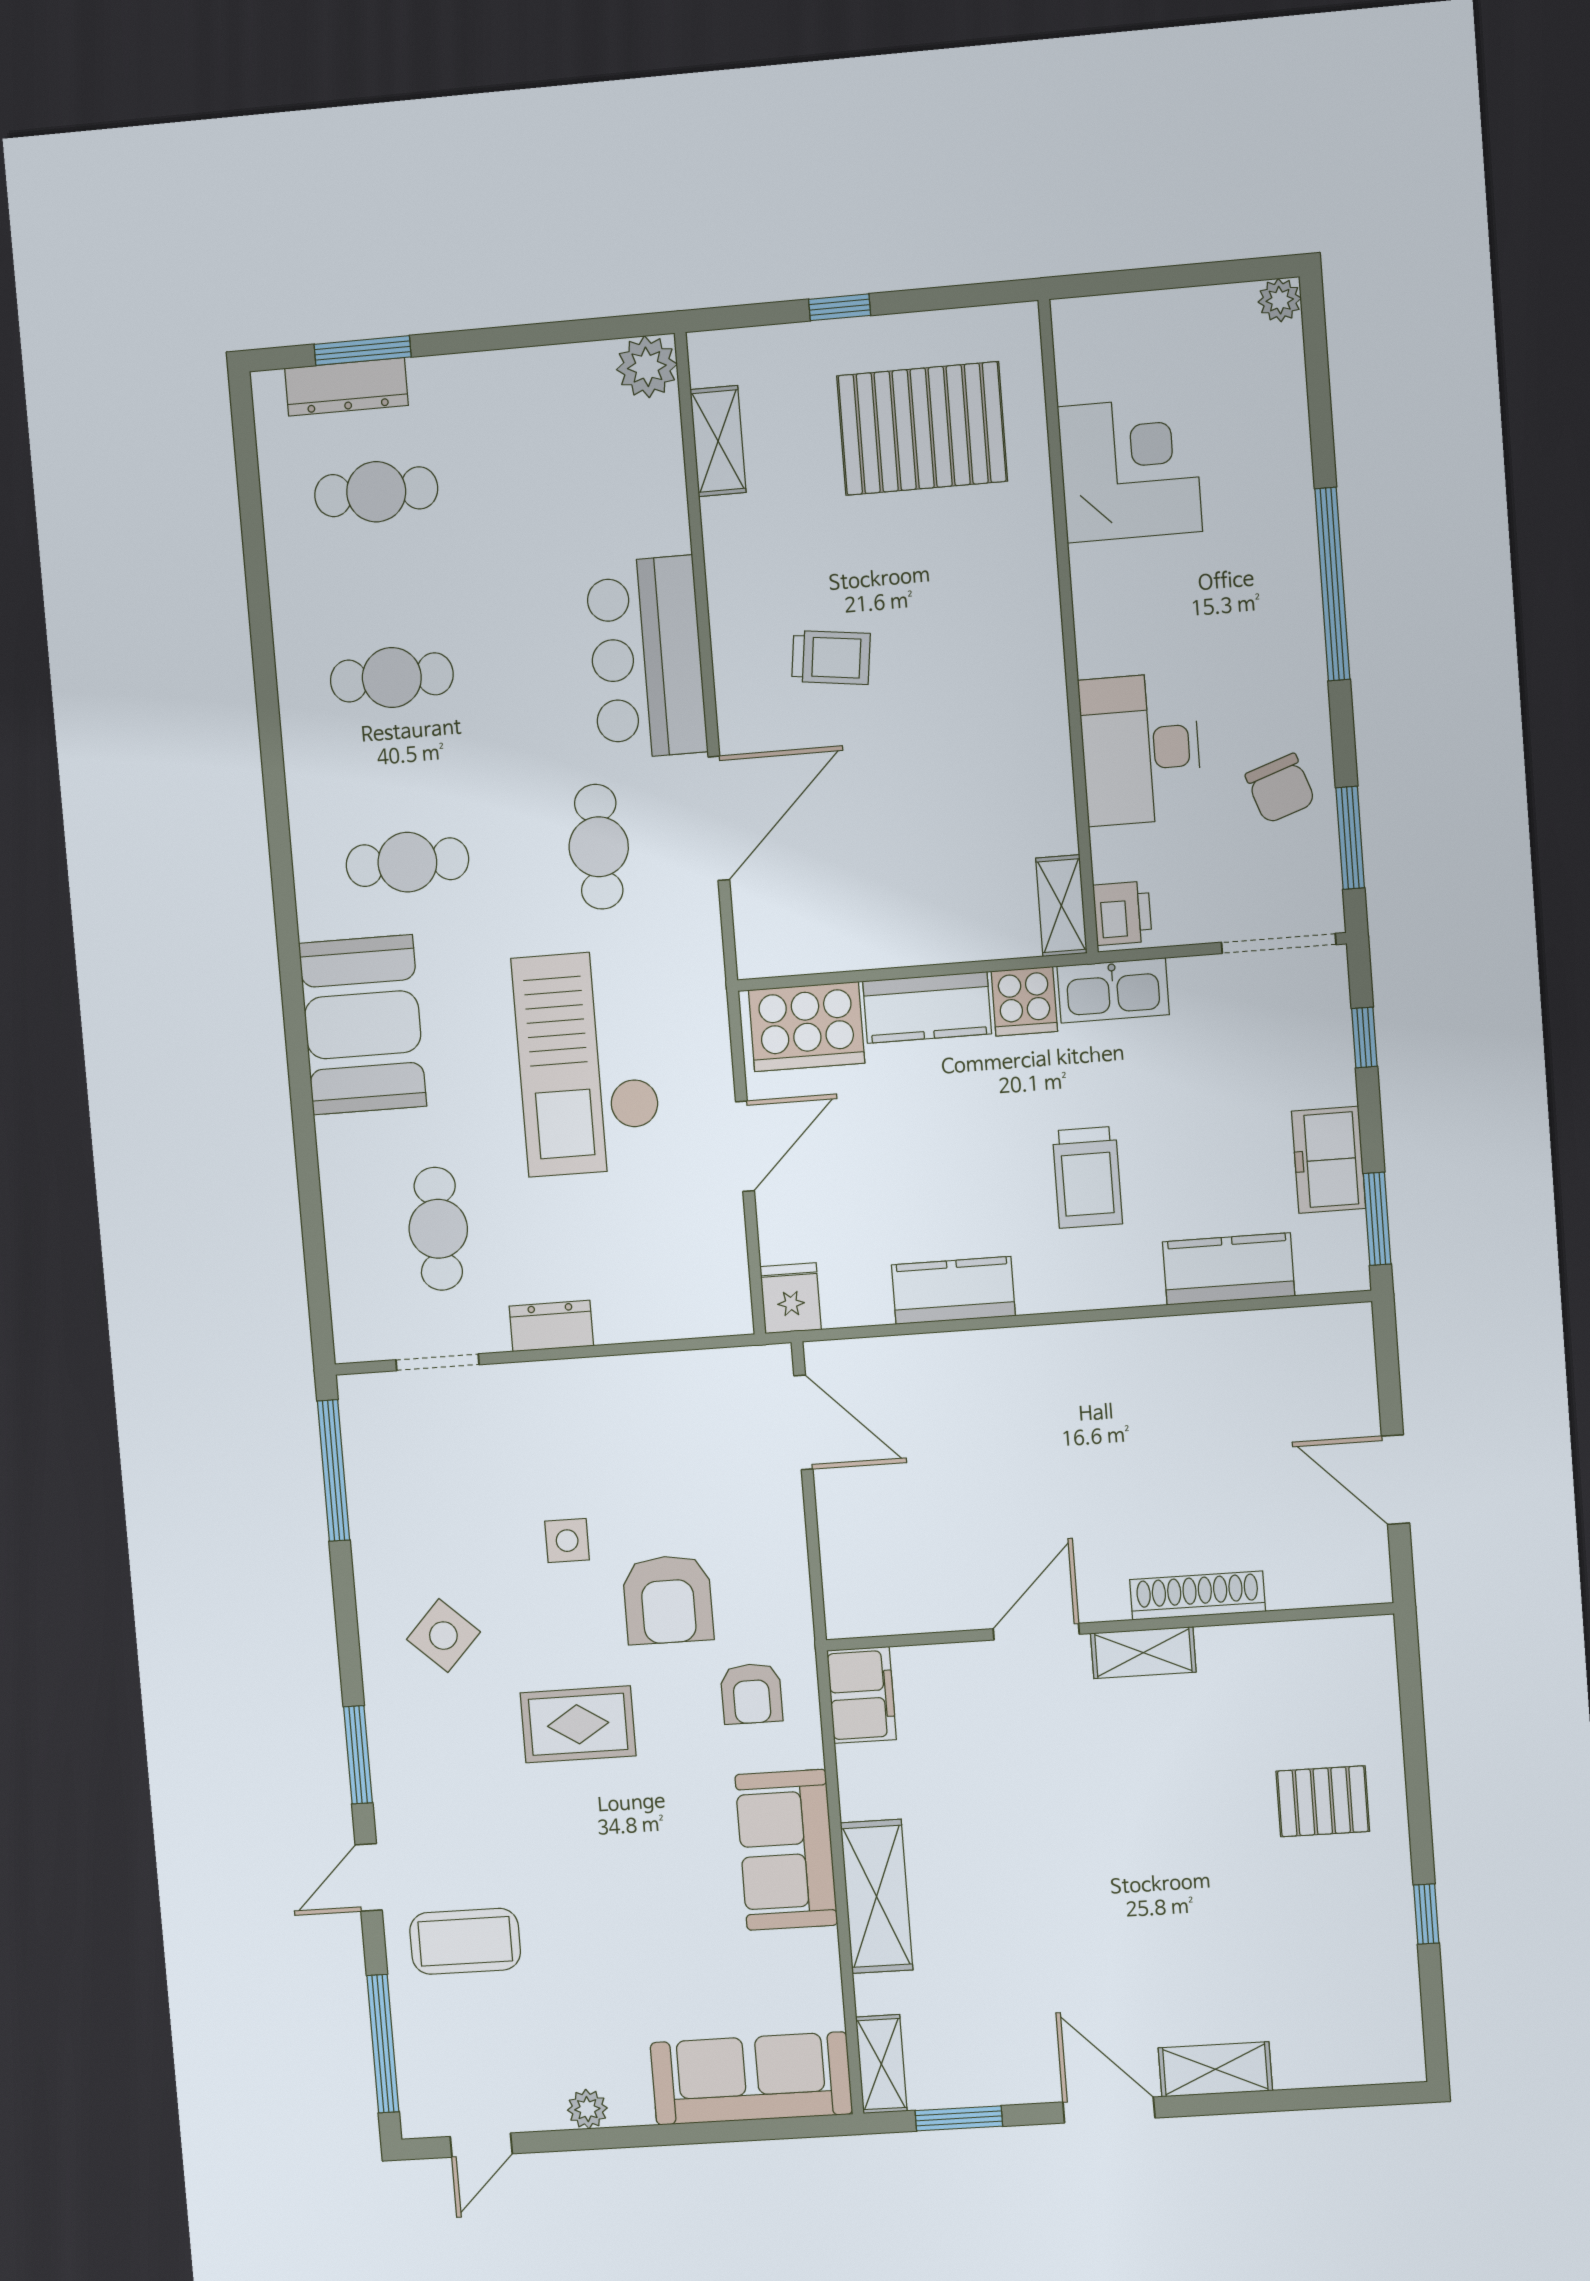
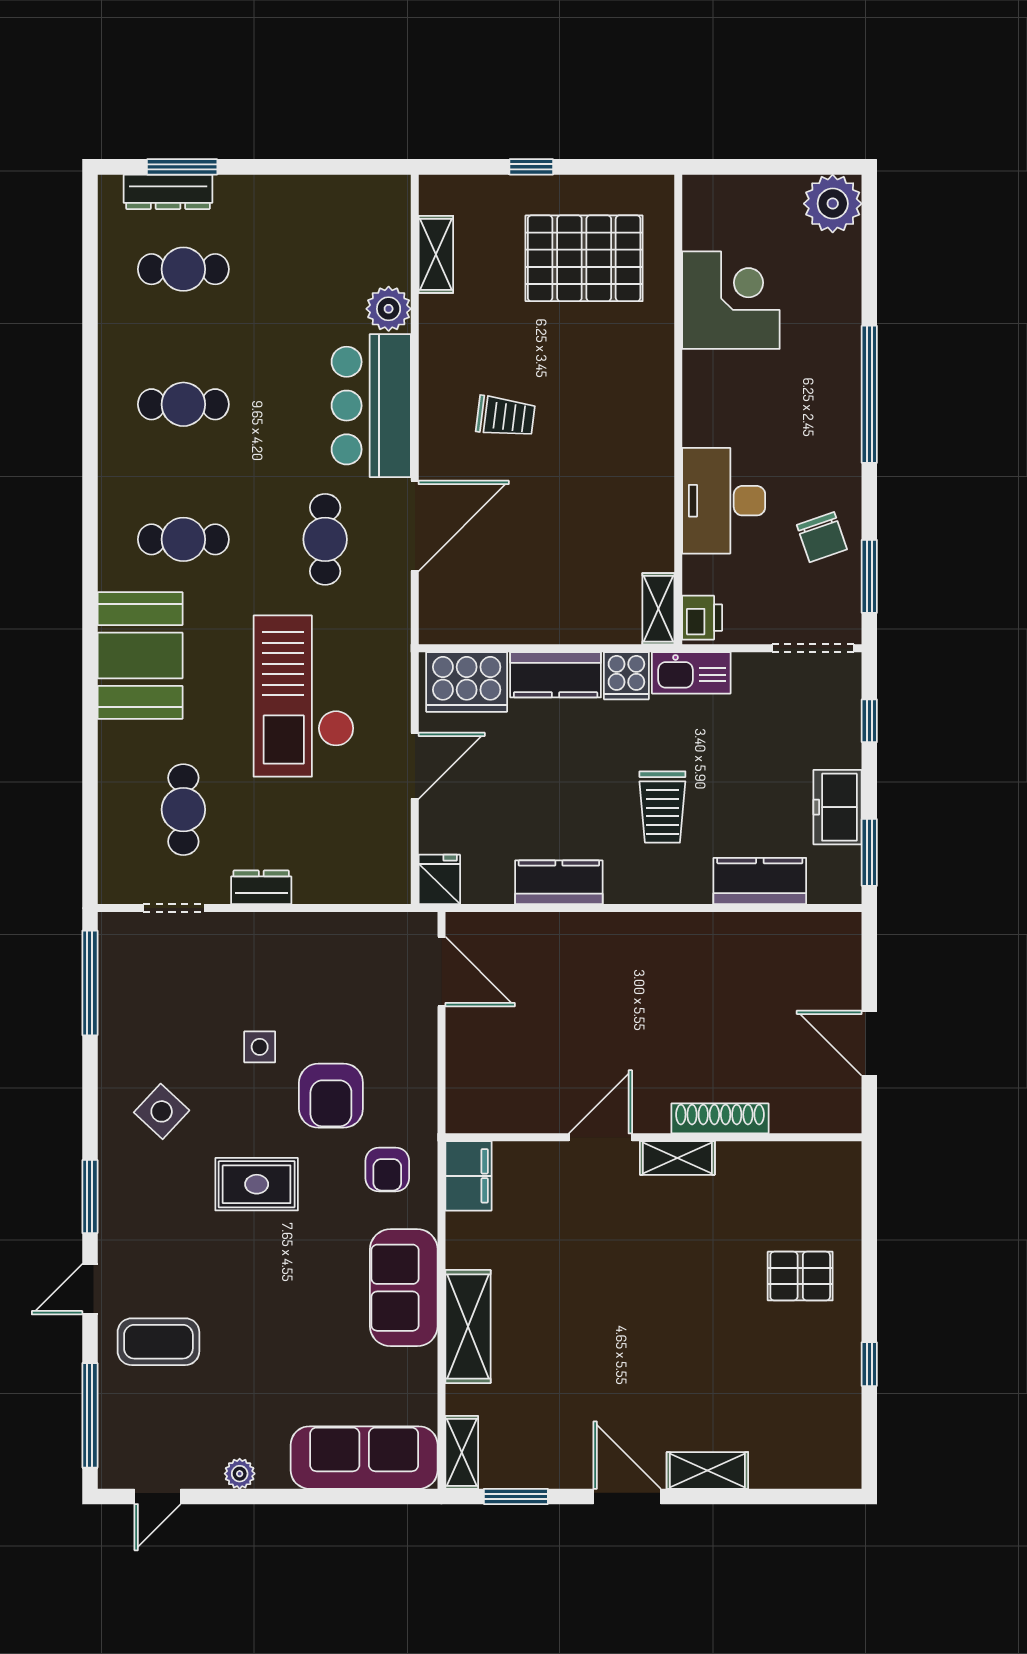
plant: (1280, 300) -> (833, 204), width x1.88, depth x1.88
plant: (647, 367) -> (389, 309), moved

